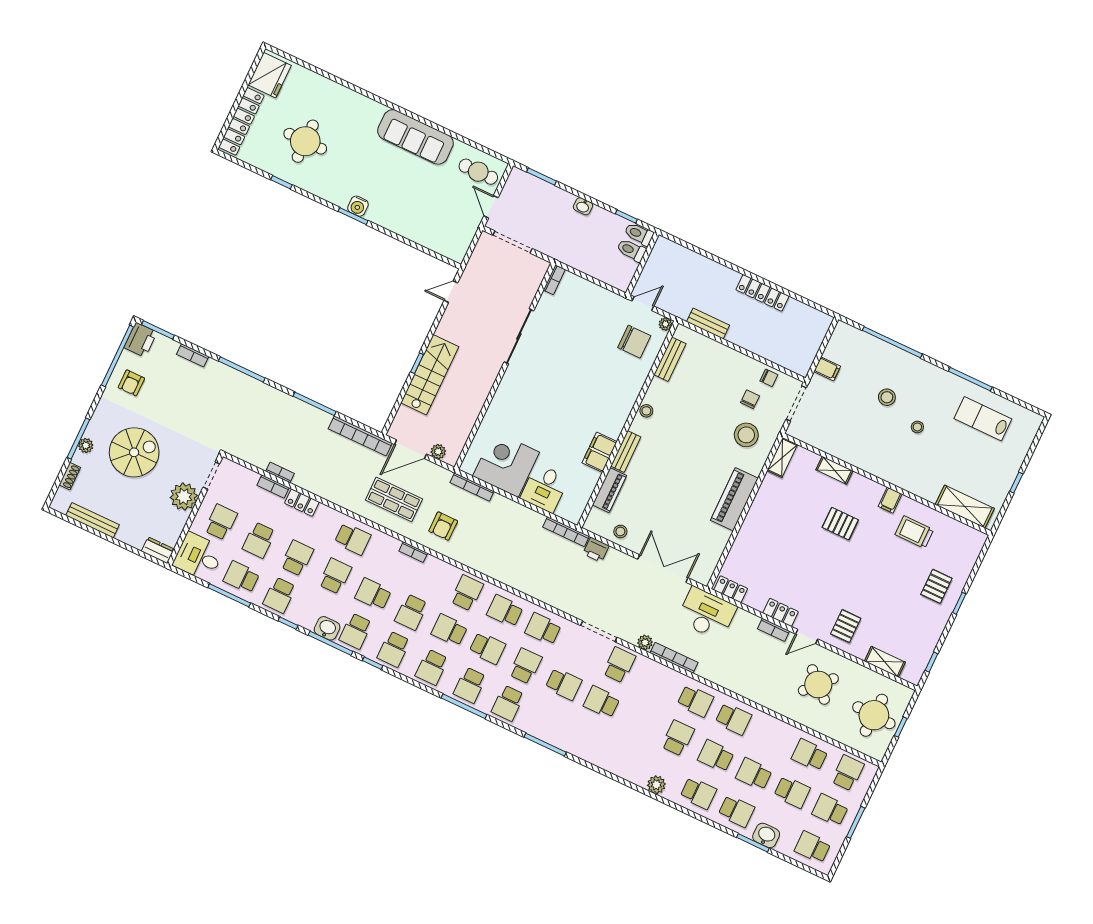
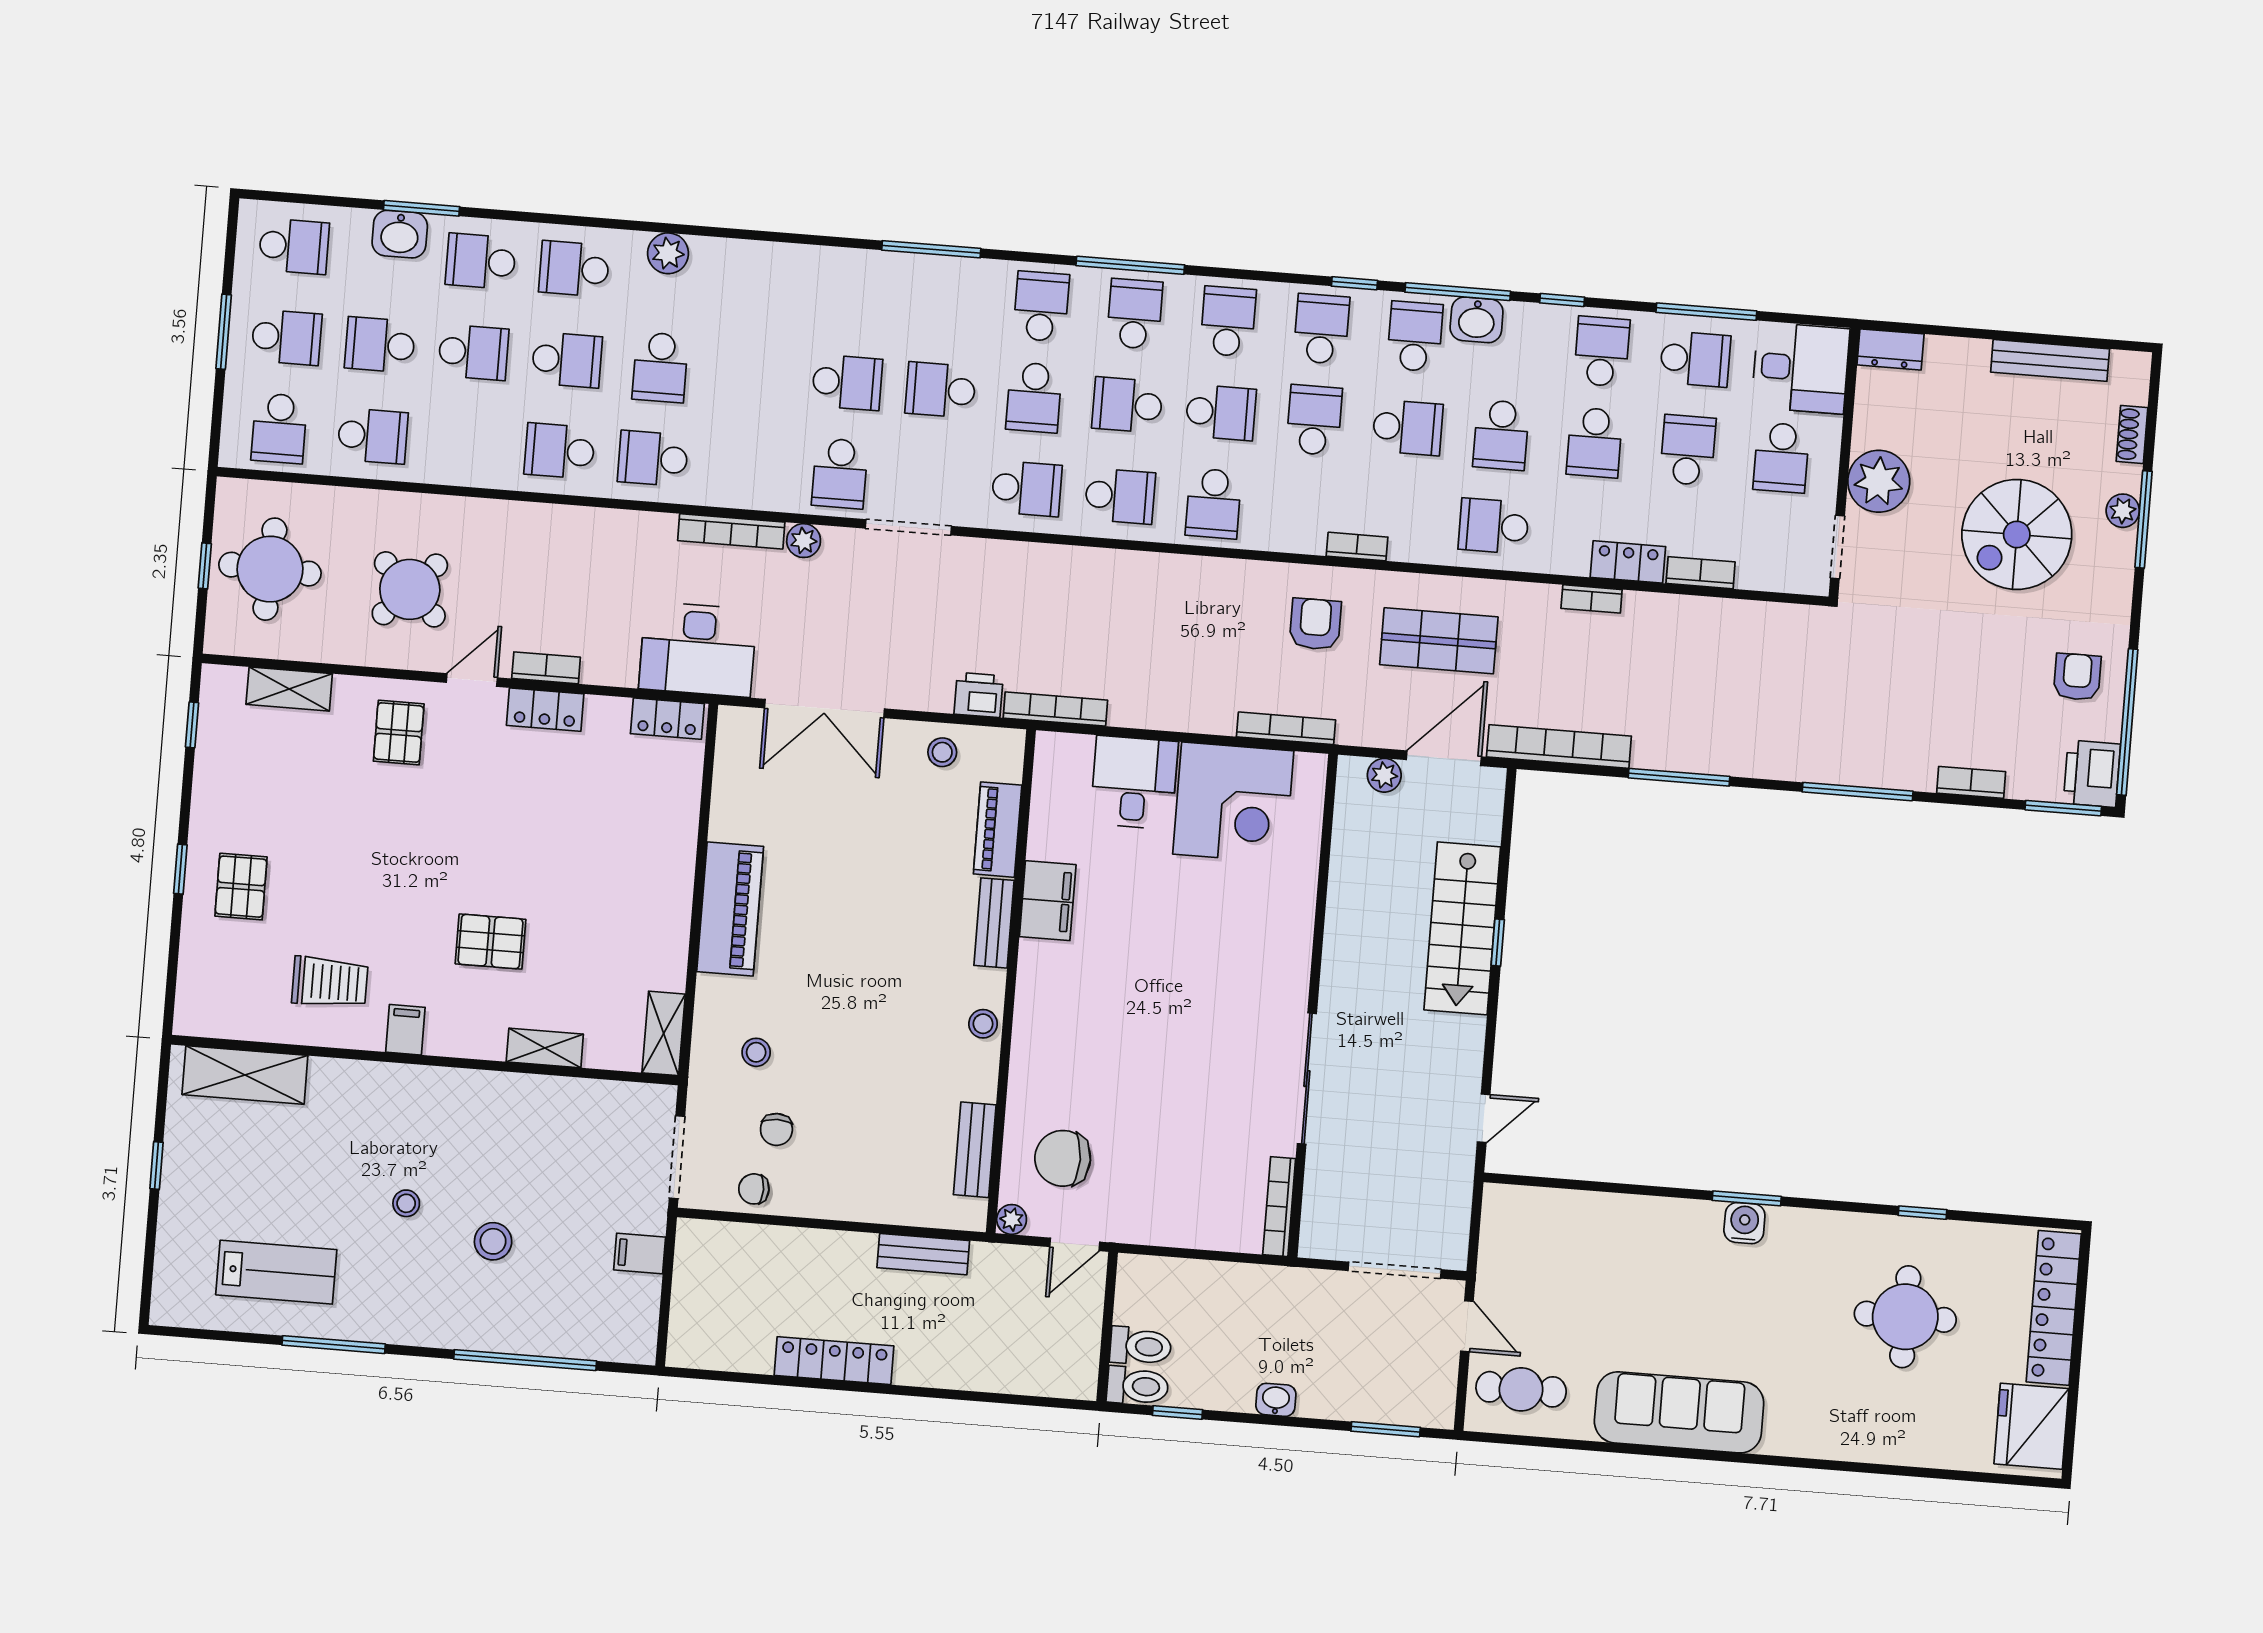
bookcase: (554, 280) -> (1279, 1207), width x1.56
stool: (746, 435) -> (756, 1052), width x0.53, depth x0.53
bookcase: (280, 472) -> (1592, 599), moved

